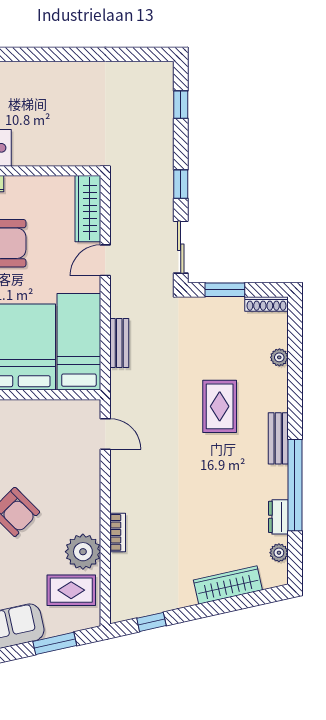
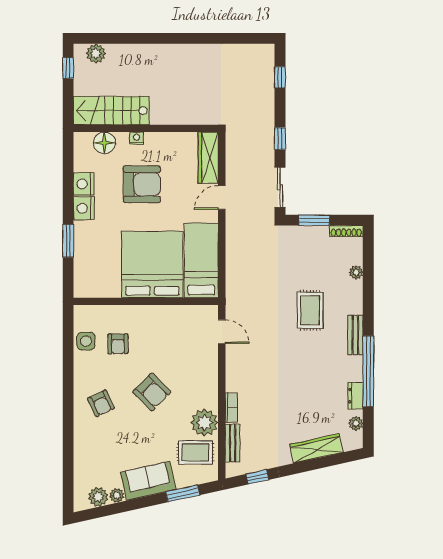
bench: (119, 343) -> (233, 443), moved

